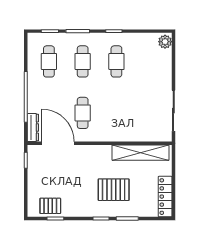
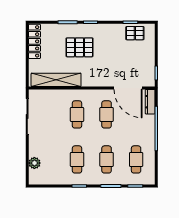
plant: (165, 42) -> (34, 163), moved
cafe table: (116, 113) -> (77, 114), added

